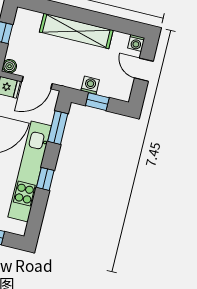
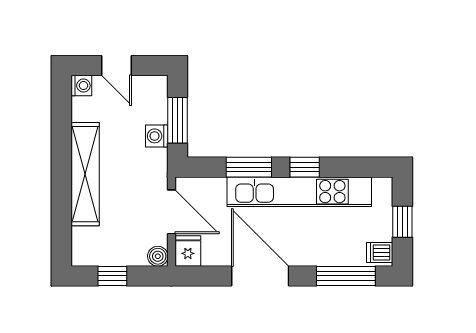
door: (144, 70) -> (116, 66), hinge flipped
window: (97, 102) -> (177, 120), width x1.50
window: (58, 128) -> (249, 167), moved

